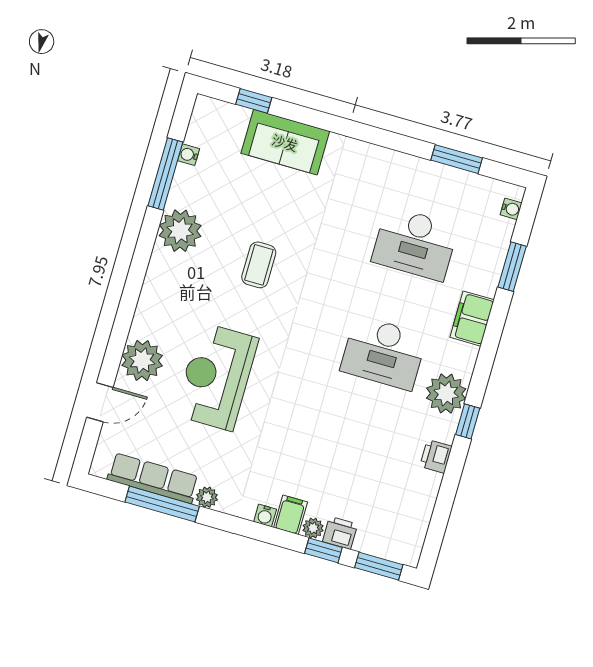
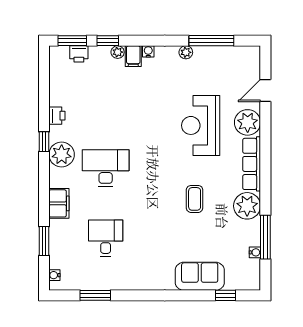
desk: (415, 244) -> (106, 238), width x0.73
reception desk: (216, 377) -> (201, 125), turned 180
row of seats: (153, 478) -> (252, 164), moved, turned 90
printer: (340, 533) -> (79, 54), moved

